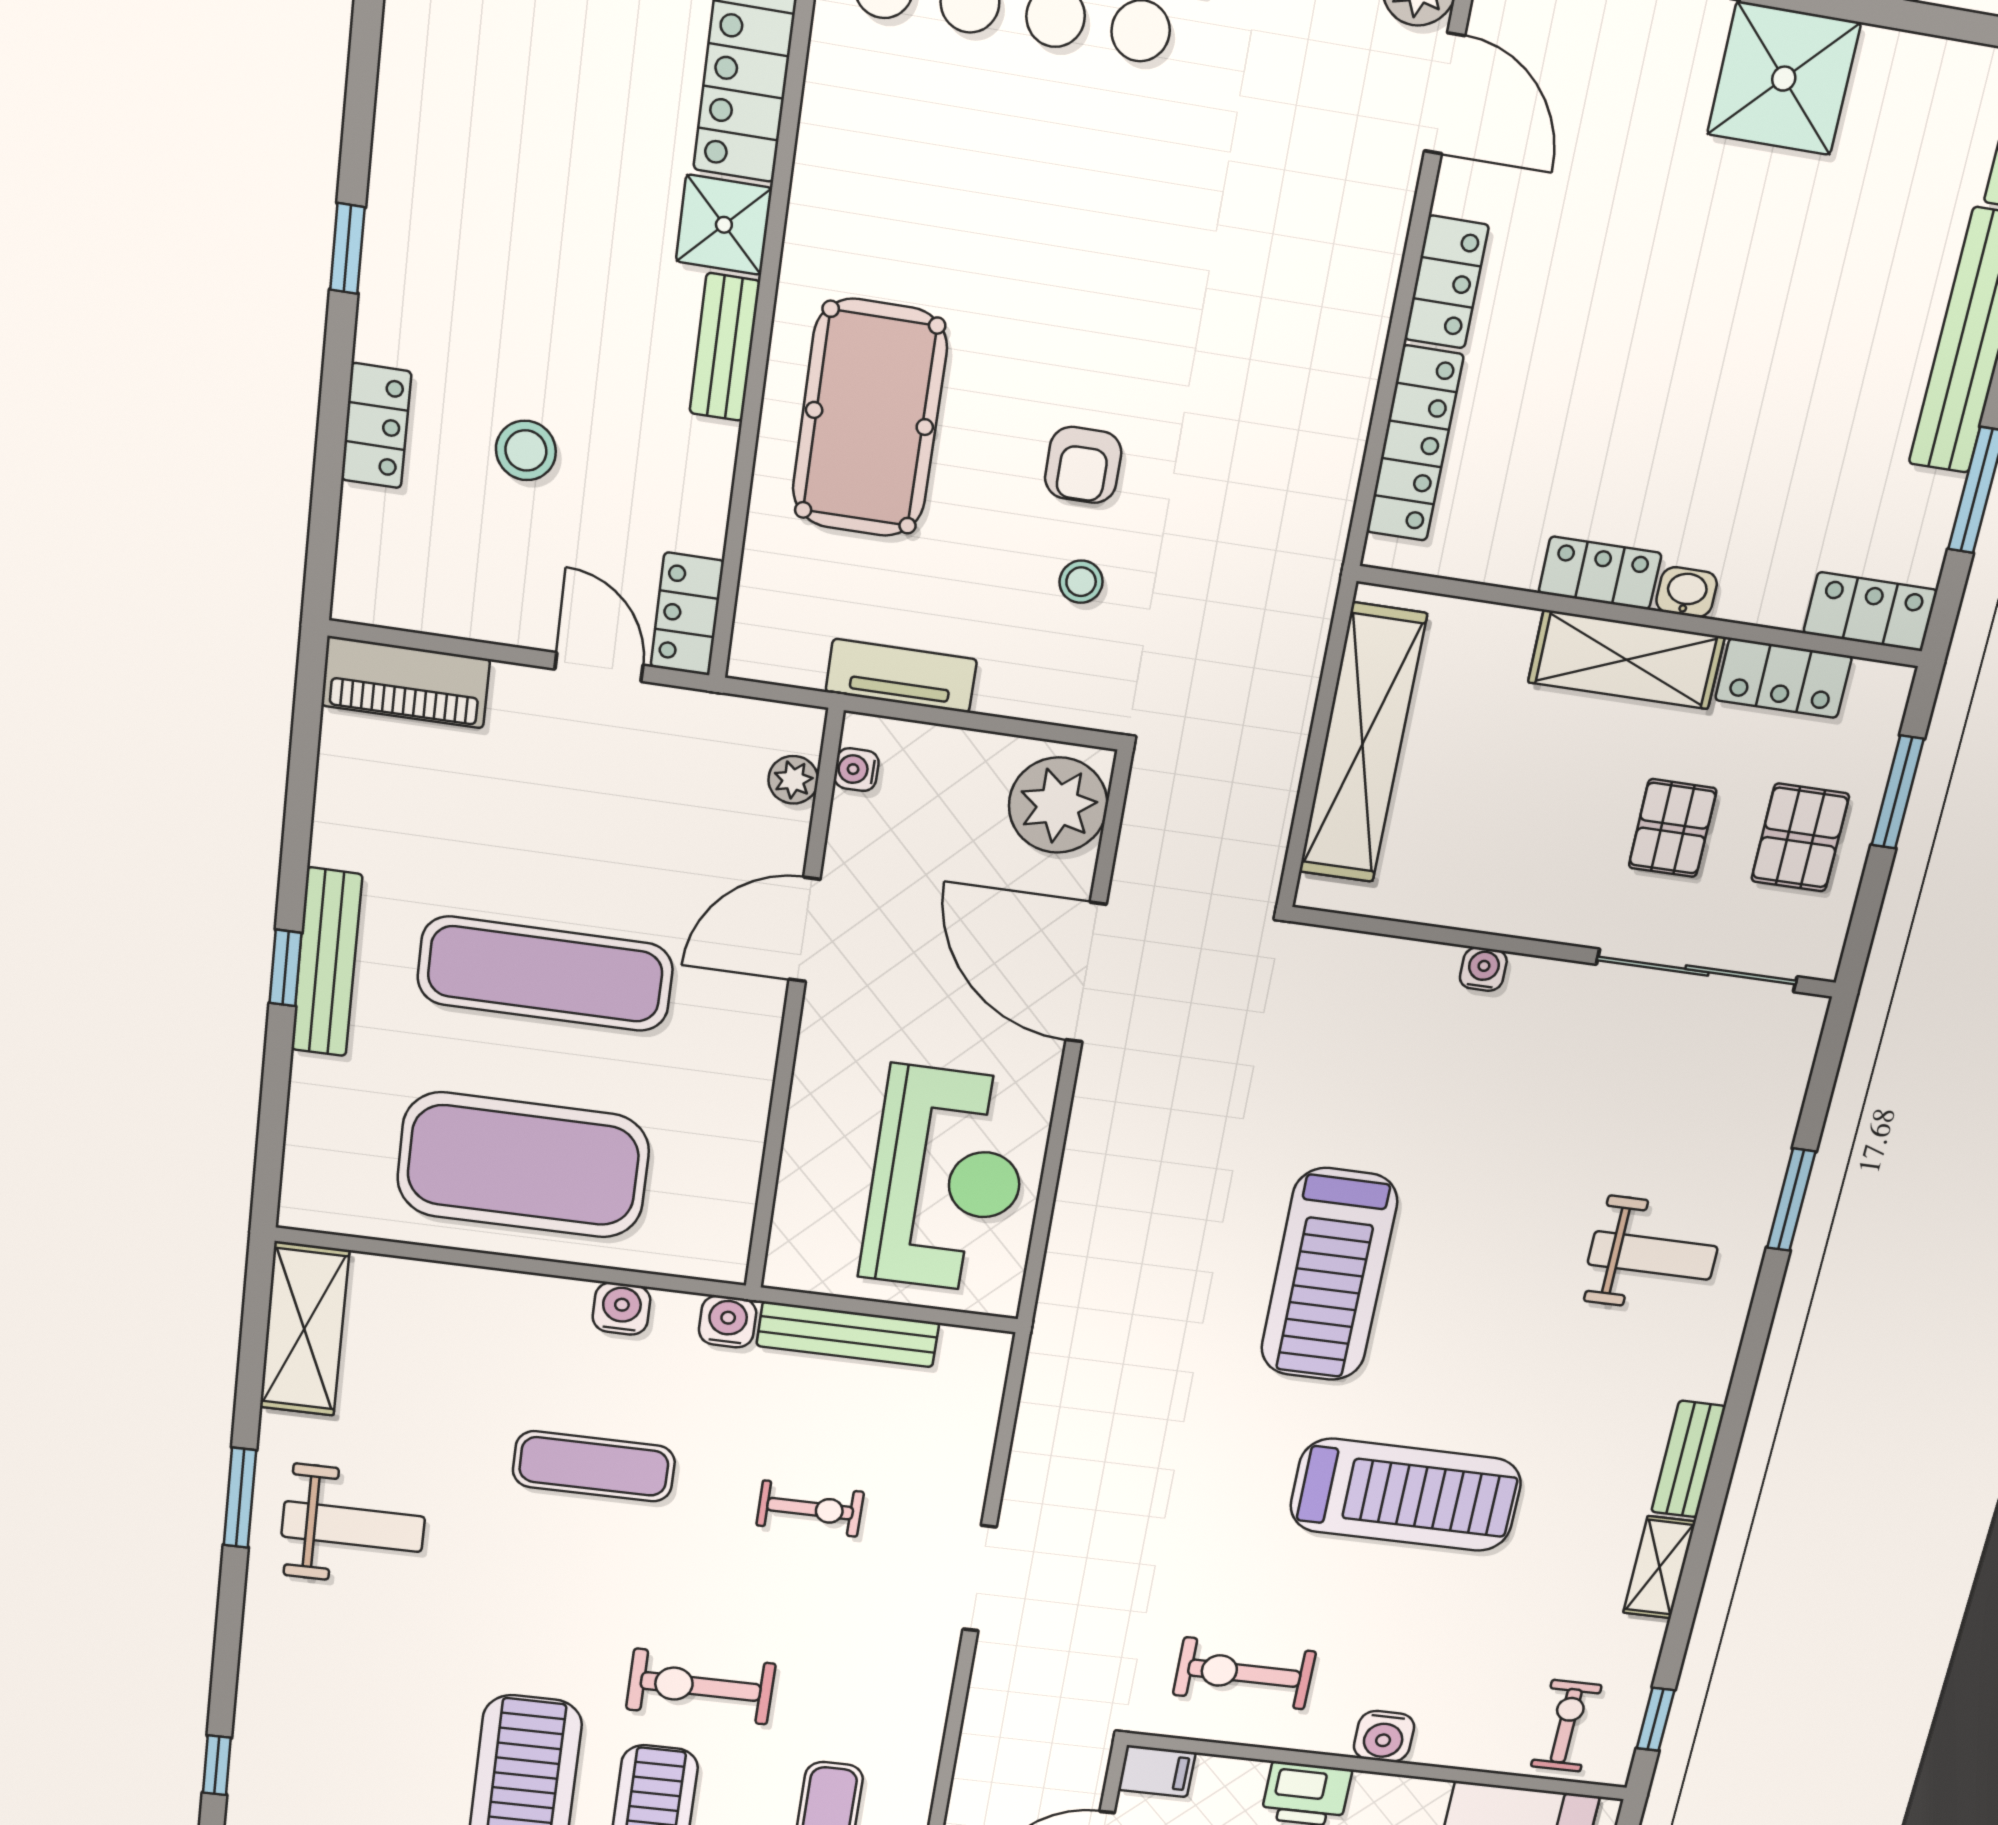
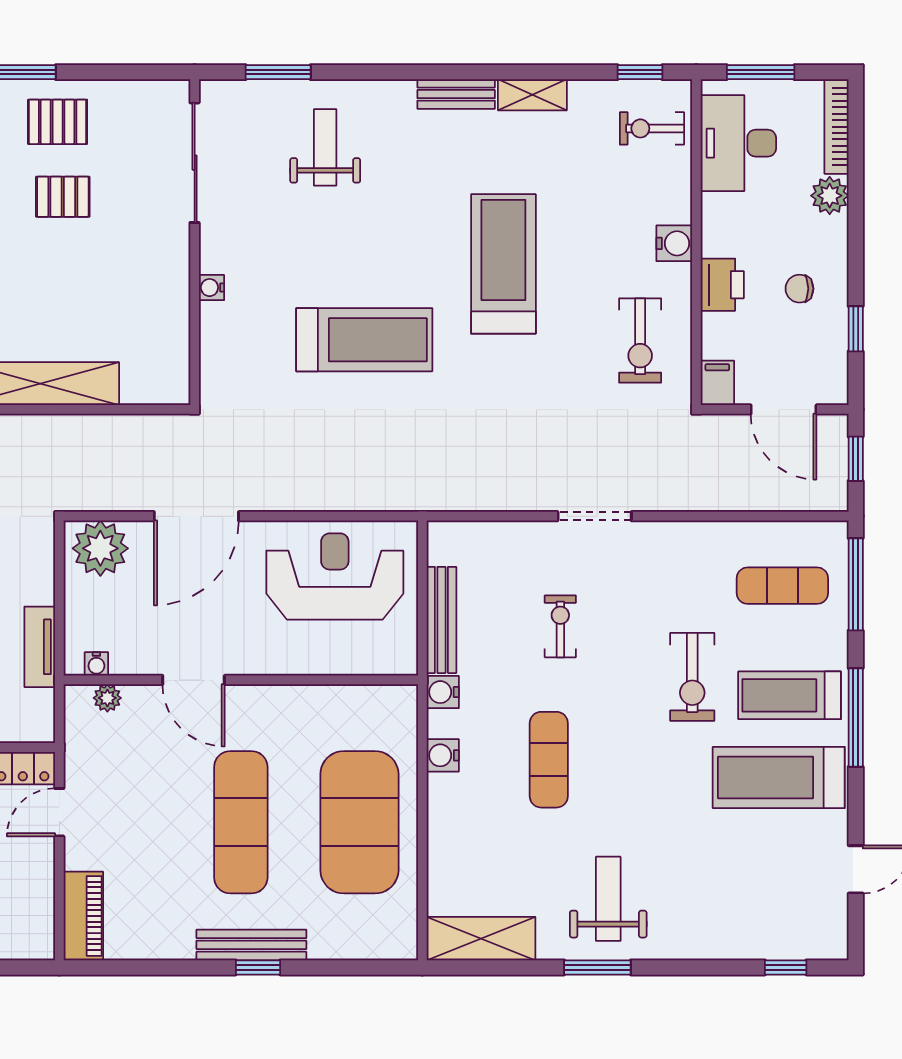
wall: (1565, 952) -> (195, 242), moved
water cooler: (1483, 969) -> (211, 288), moved
sliding door: (1697, 971) -> (195, 163), moved

